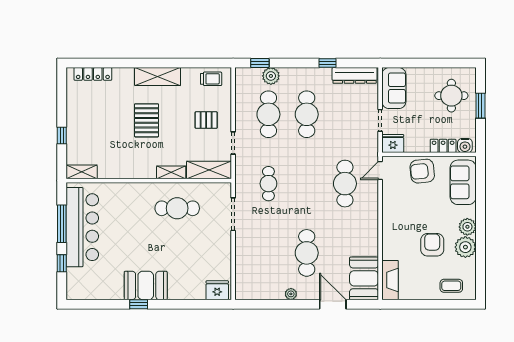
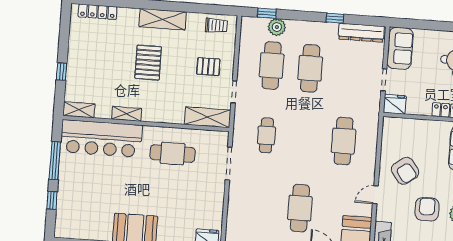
door: (380, 171) -> (375, 195), moved
armchair: (422, 171) -> (405, 171), moved, turned -121
shelving: (171, 172) -> (127, 114), moved
bar counter: (82, 227) -> (101, 138), moved, turned 90

